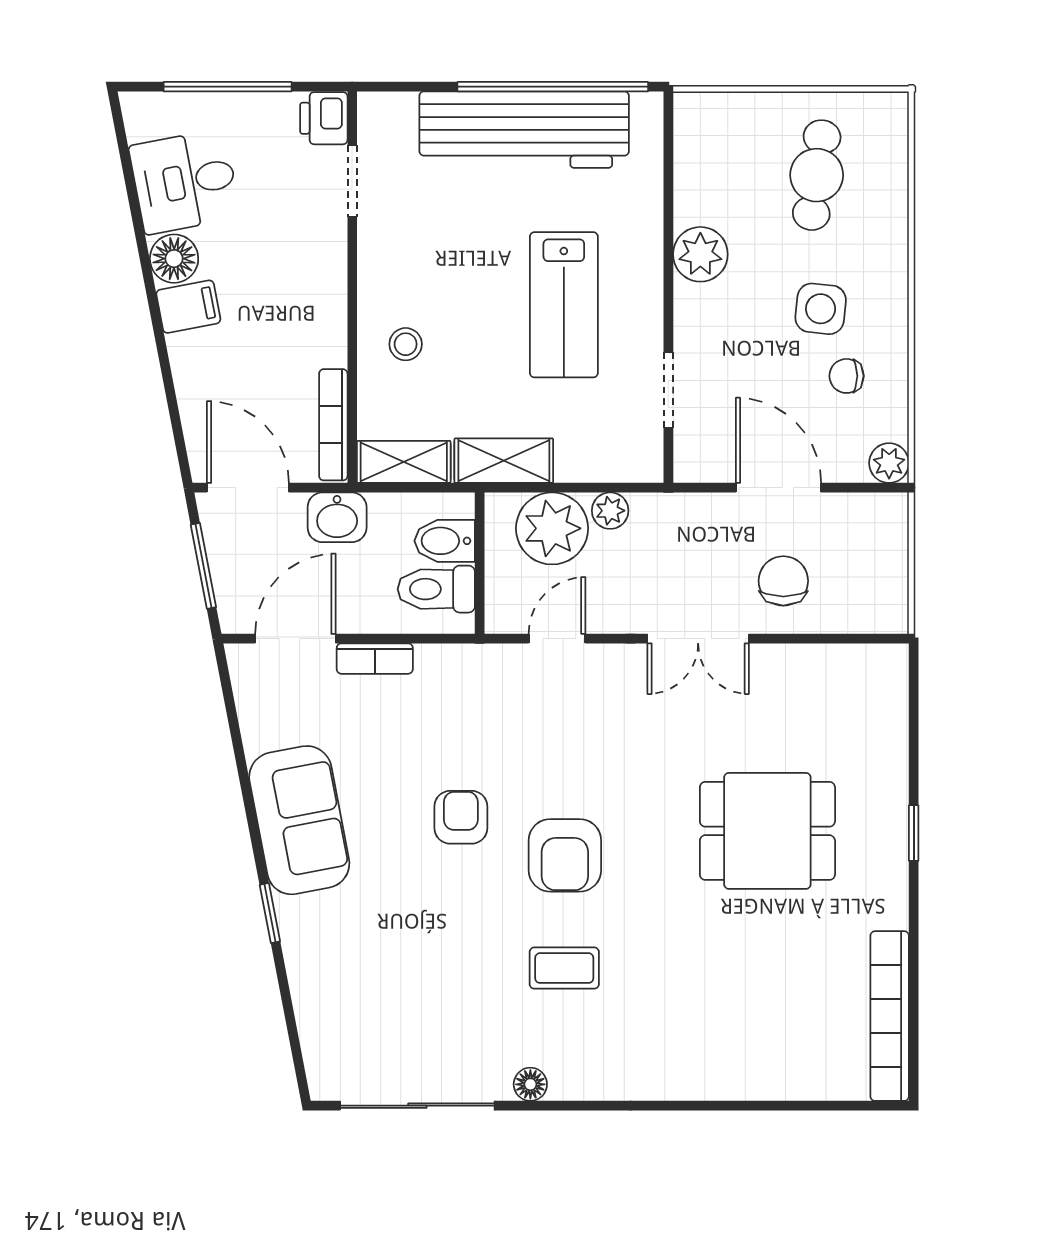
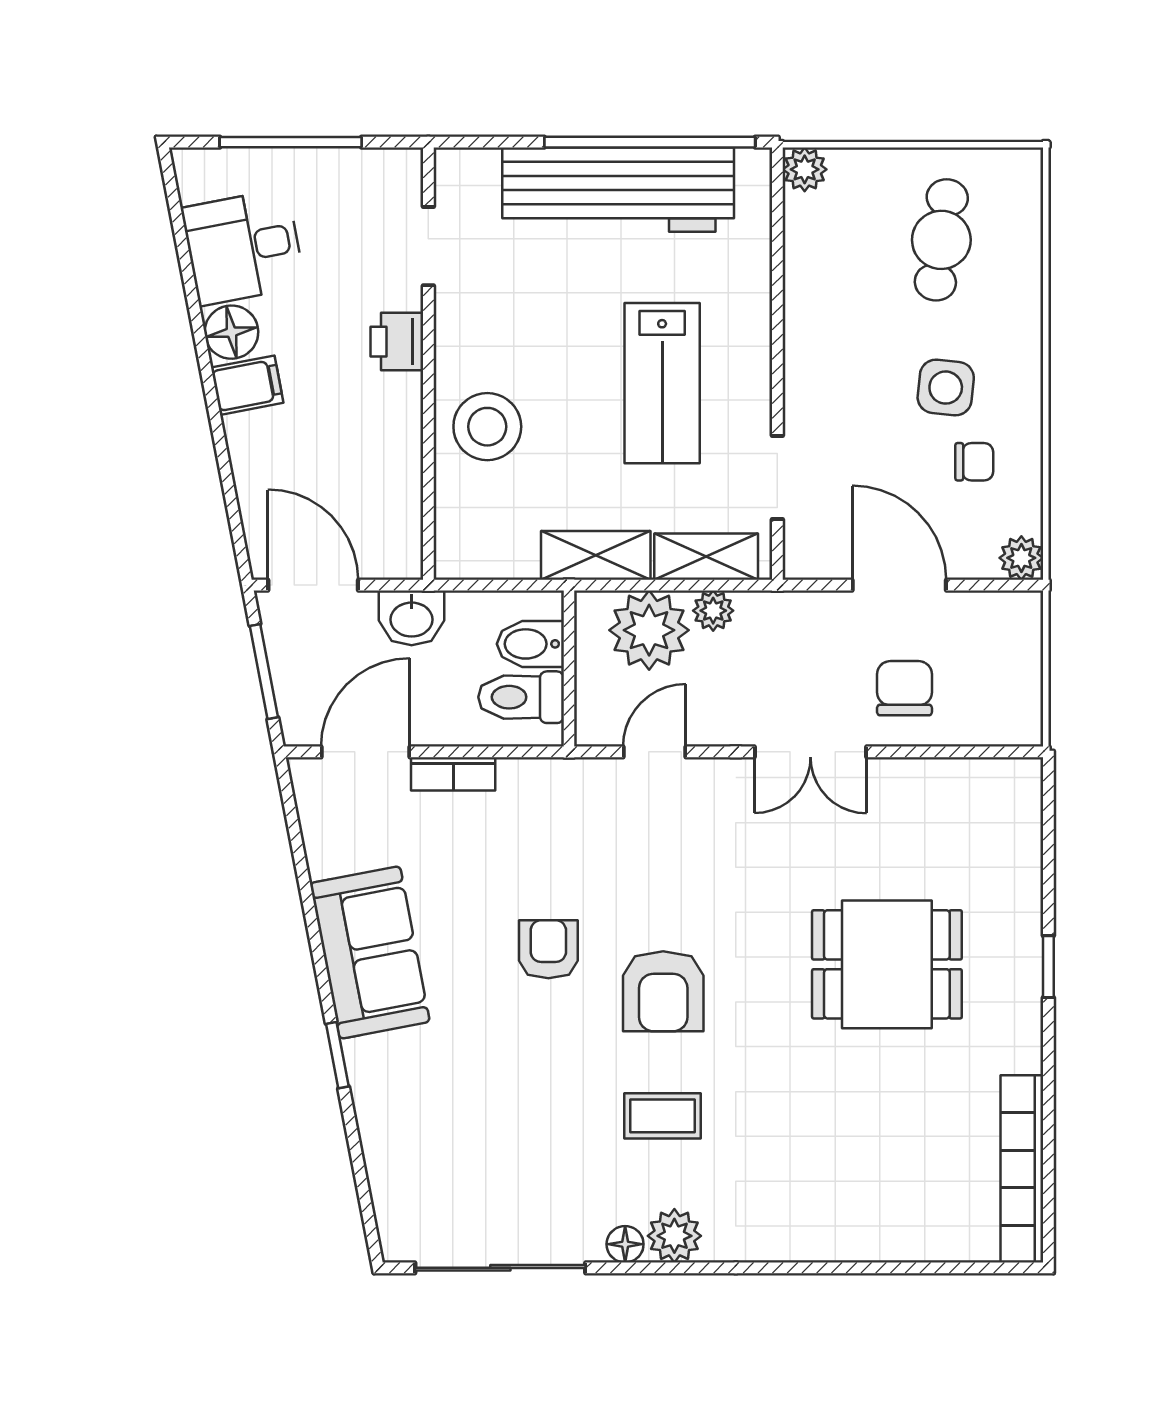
printer: (324, 118) -> (397, 342), moved
plant: (700, 254) -> (805, 169), moved, width x0.73, depth x0.73
stool: (406, 344) -> (487, 427), width x1.89, depth x1.89
chair: (846, 376) -> (974, 462), turned 180
bookcase: (333, 425) -> (407, 516), removed
shelving: (404, 462) -> (706, 557), moved
plant: (575, 1077) -> (674, 1236), added

